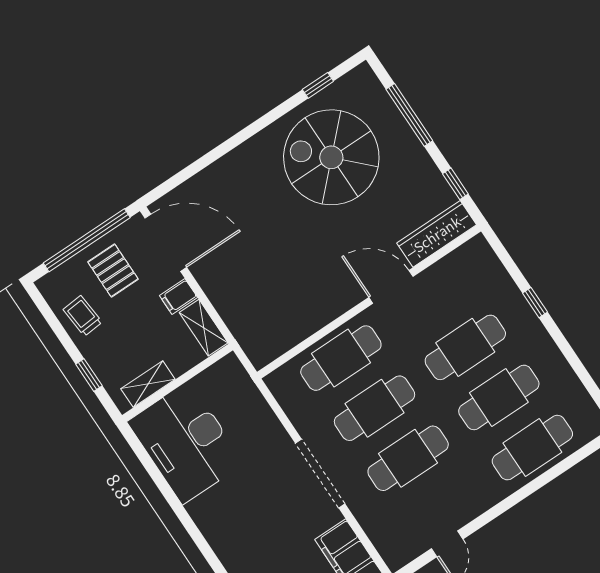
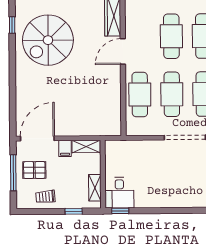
window: (87, 240) -> (13, 173), width x0.68
desk: (186, 442) -> (119, 193), width x0.53, depth x0.77
window: (138, 448) -> (120, 211), added

